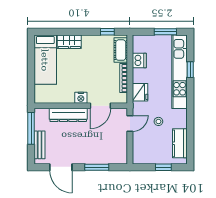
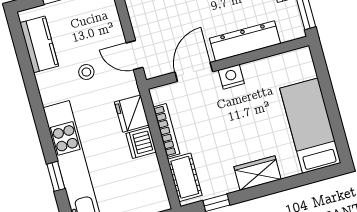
wardrobe: (69, 42) -> (258, 173), moved
dishwasher: (139, 60) -> (141, 143), moved
door: (130, 123) -> (135, 55), hinge flipped

